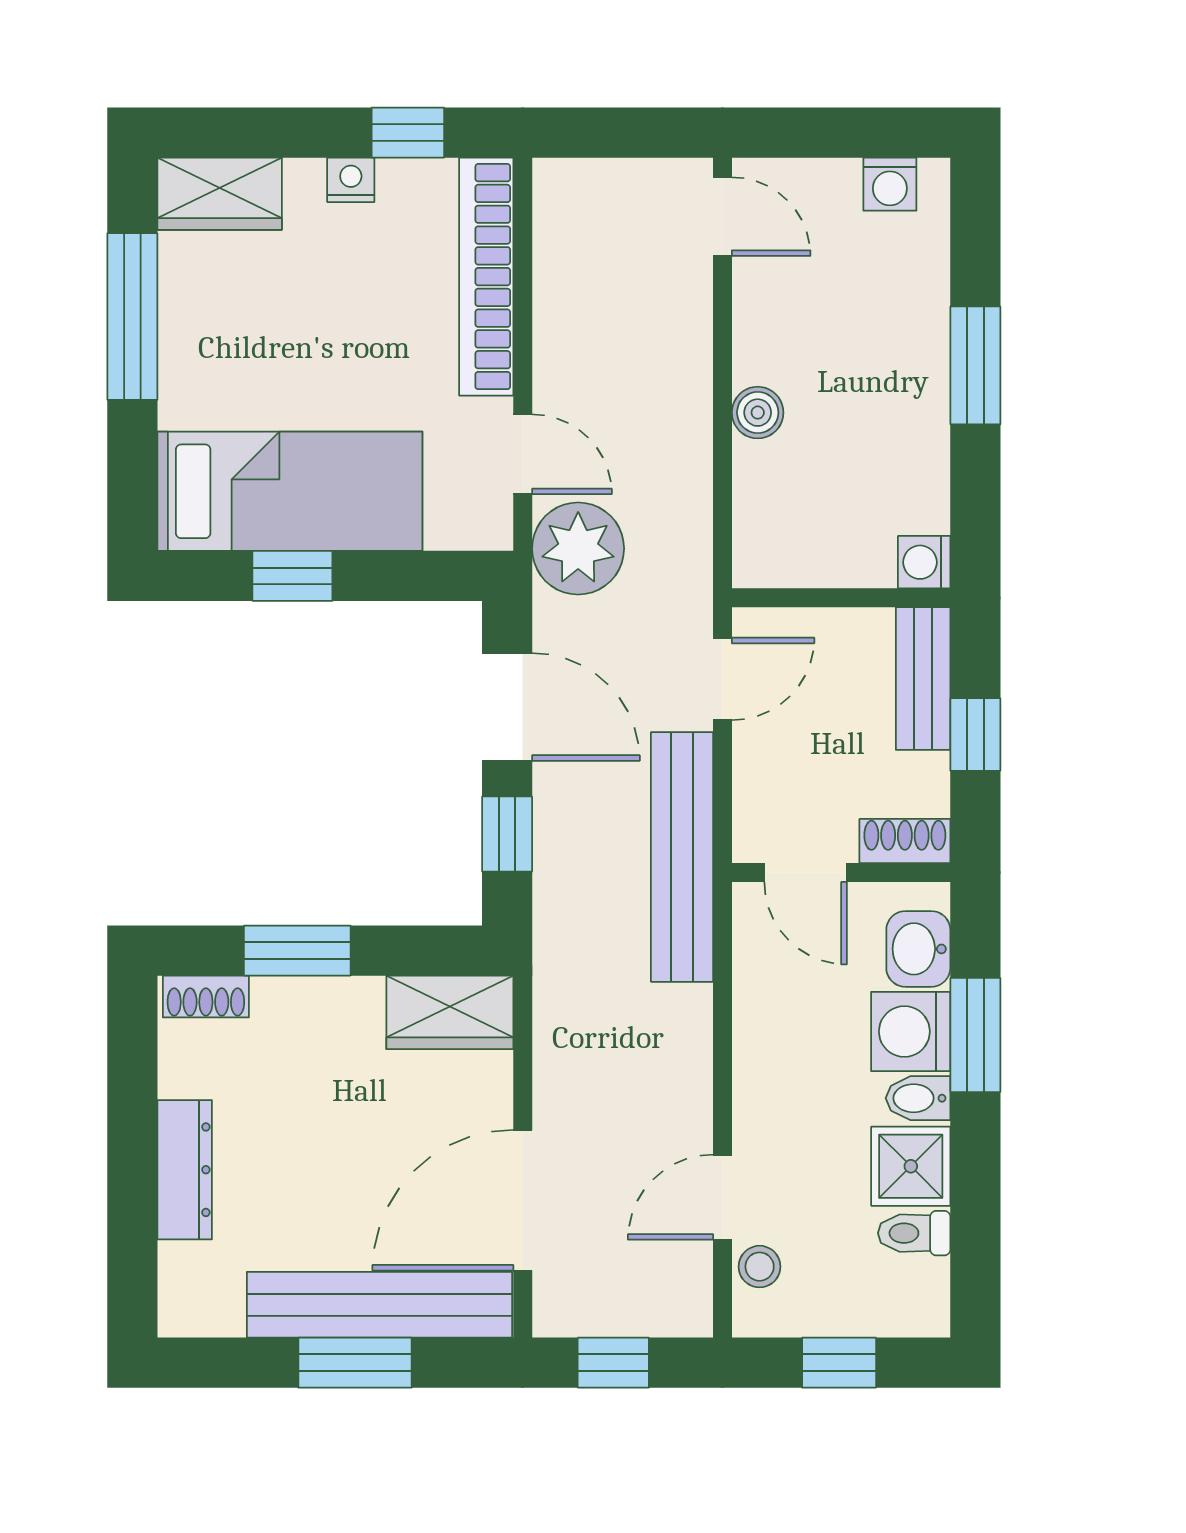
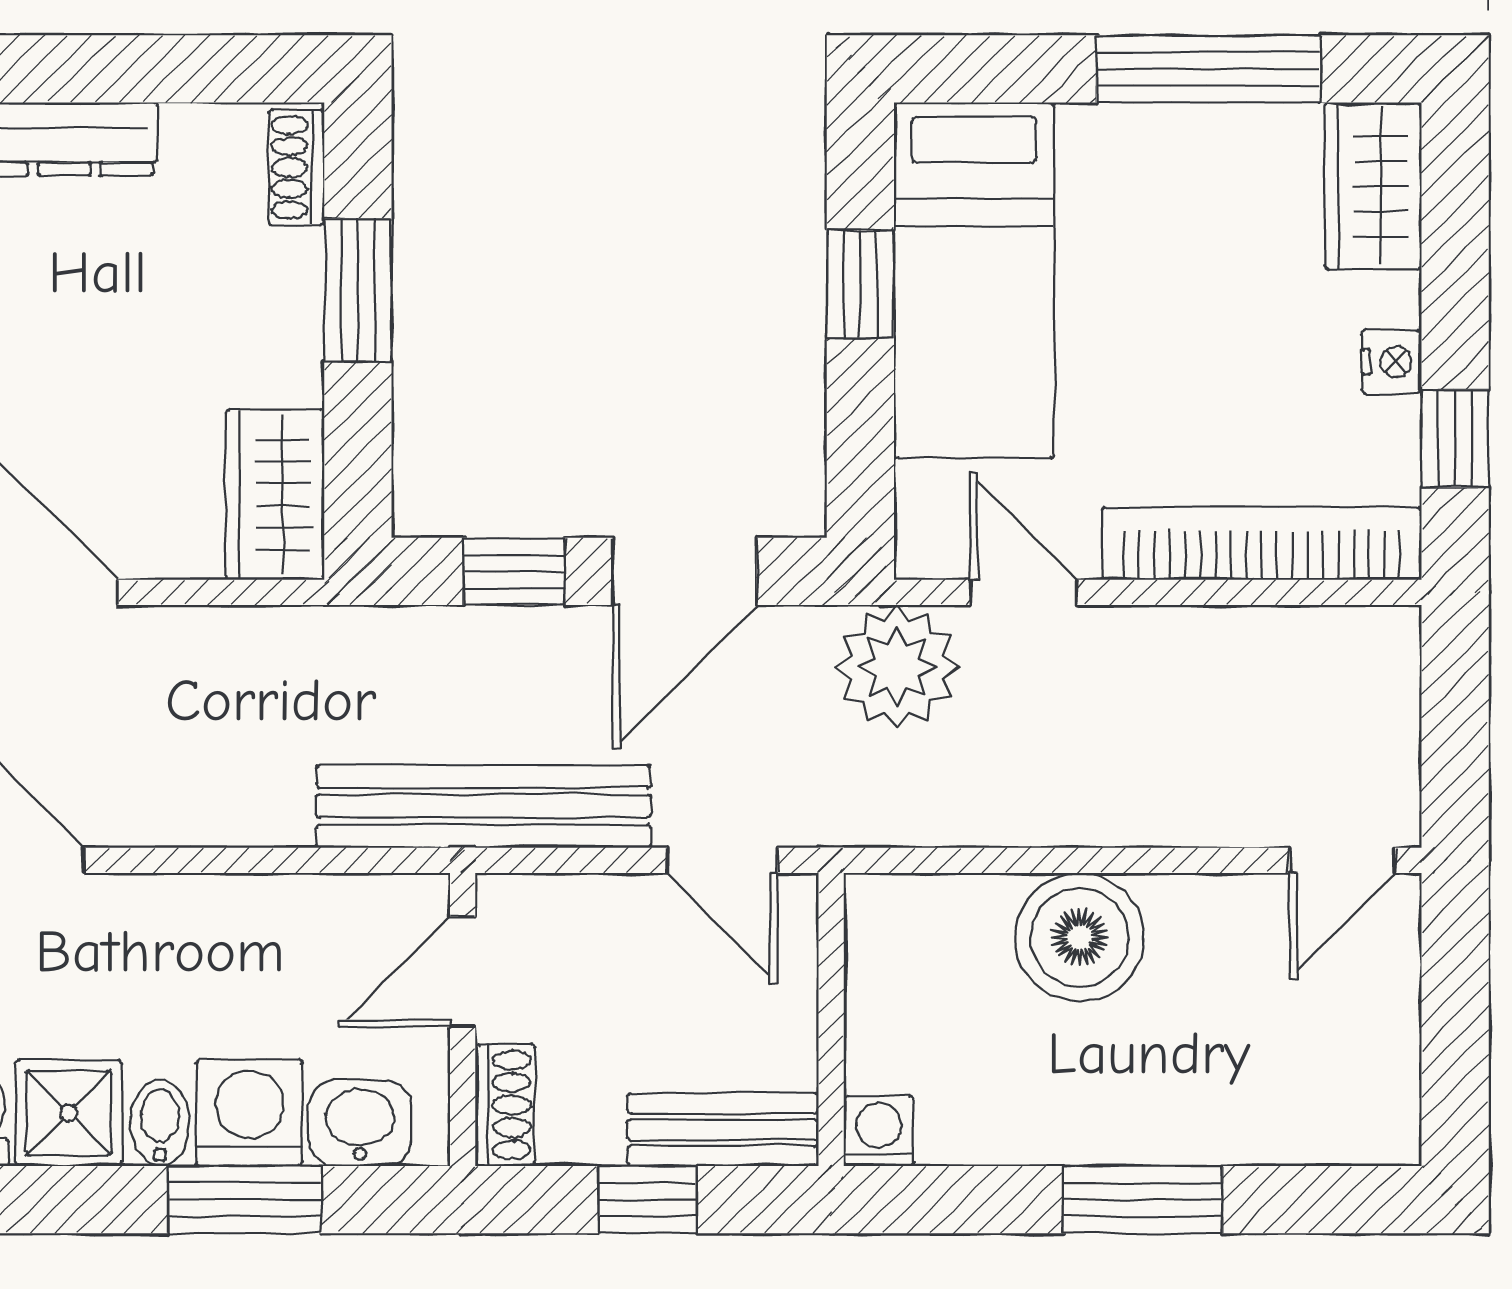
washing machine: (890, 184) -> (1386, 1085), removed
boiler: (758, 413) -> (1079, 937), width x1.86, depth x1.86
door: (523, 454) -> (1023, 592), swing flipped

